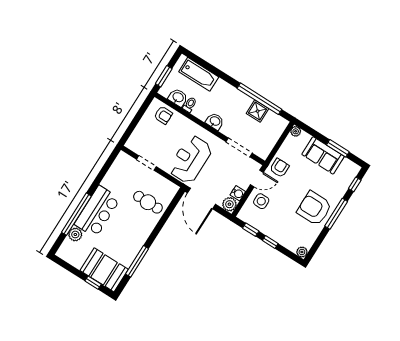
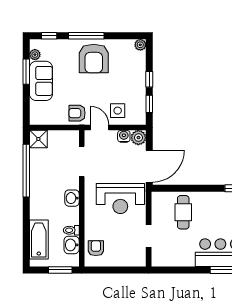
shower: (258, 111) -> (38, 139), moved
plant: (296, 131) -> (35, 55), moved

